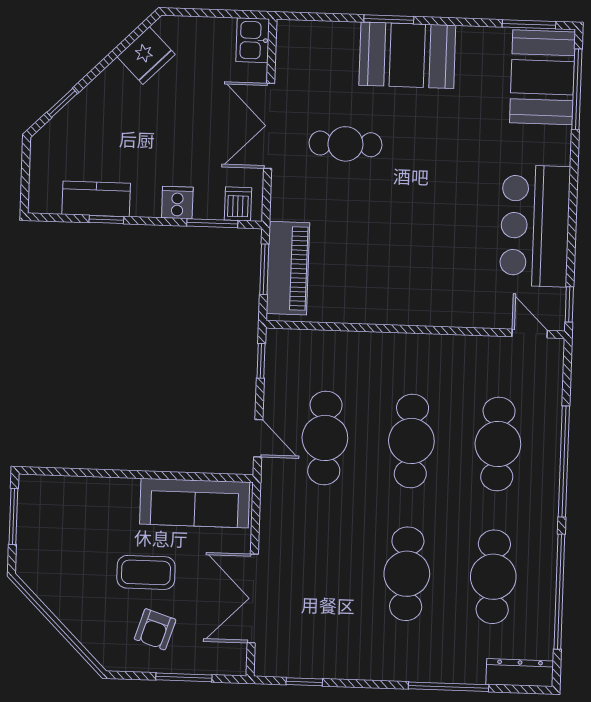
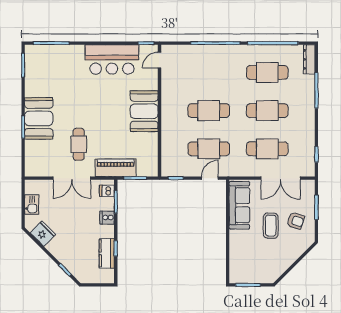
kitchen sink: (253, 40) -> (32, 205), moved, turned -90
booth: (542, 77) -> (144, 111), moved, turned 90
piano: (288, 268) -> (116, 168), moved
cafe table: (498, 444) -> (267, 149), moved

